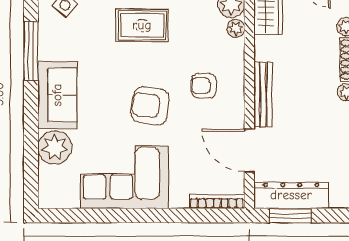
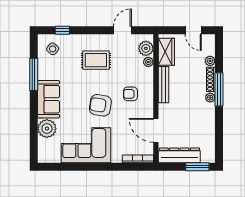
bench: (263, 94) -> (164, 85), moved
window: (291, 216) -> (197, 167), moved

